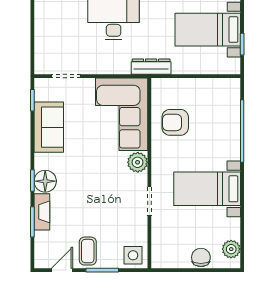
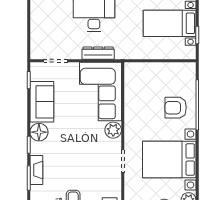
dresser: (151, 67) -> (98, 53), moved
armchair: (175, 122) -> (176, 108), moved
floor lamp: (45, 181) -> (39, 132), moved
bed with nightstands: (207, 189) -> (169, 160), width x1.36

